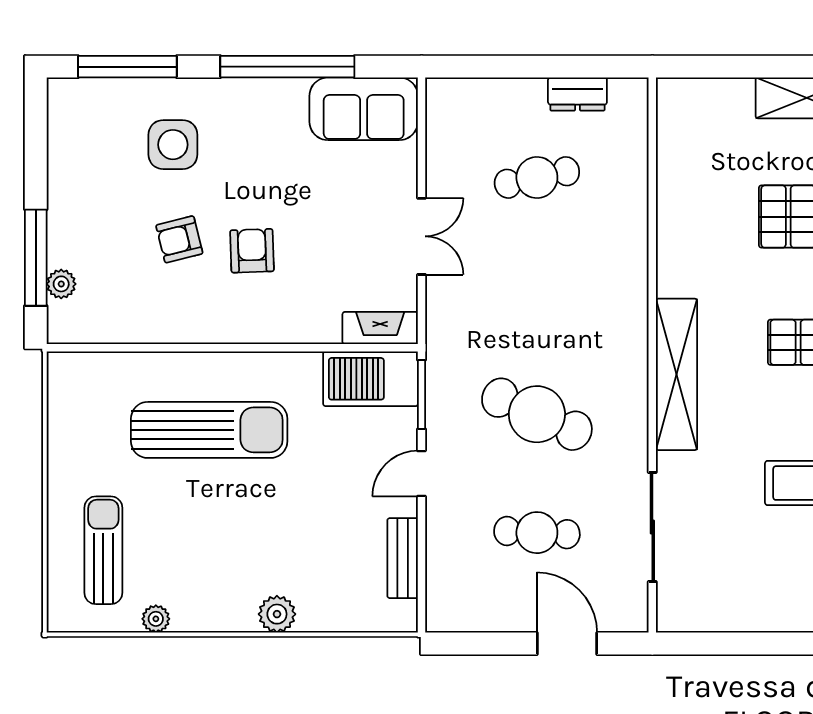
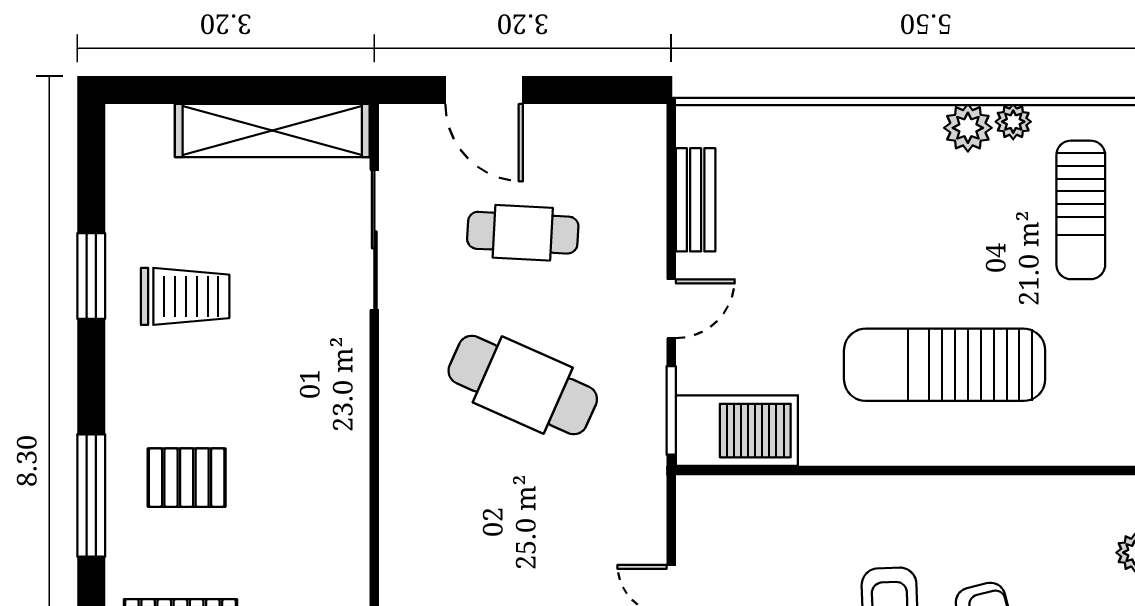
fireplace: (380, 328) -> (725, 496), removed
shelving: (677, 374) -> (272, 130), moved, turned 90
plant: (277, 614) -> (968, 128), moved

